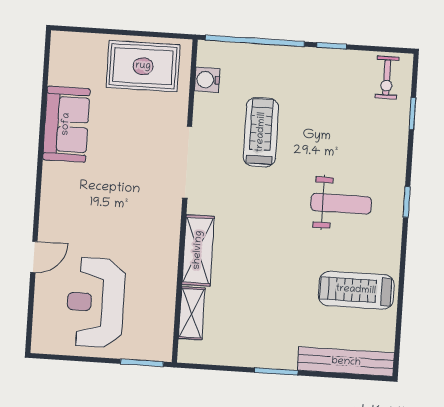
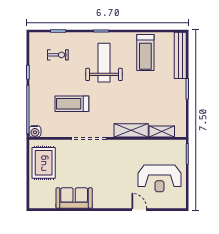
exercise bike: (387, 78) -> (58, 55), moved
water cooler: (207, 80) -> (35, 131), moved
weight bench: (341, 204) -> (104, 63), width x1.36, depth x1.33

